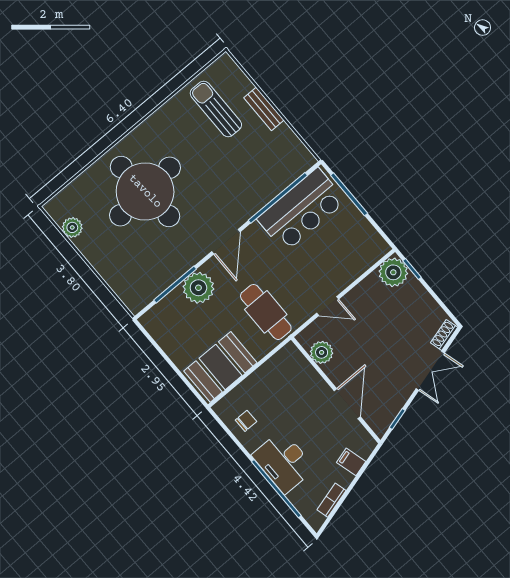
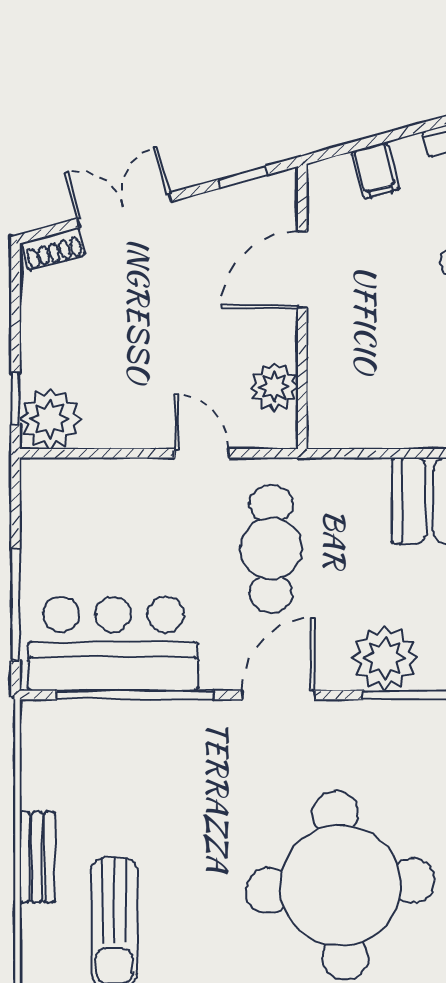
cafe table: (266, 312) -> (271, 549), moved

